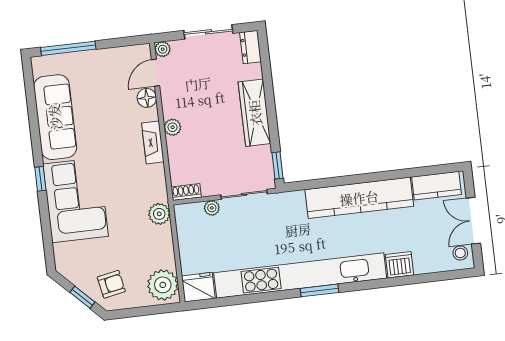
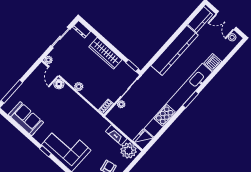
sofa: (55, 117) -> (26, 119), width x0.73
fireplace: (153, 142) -> (116, 135), moved
plant: (159, 214) -> (103, 124), removed

